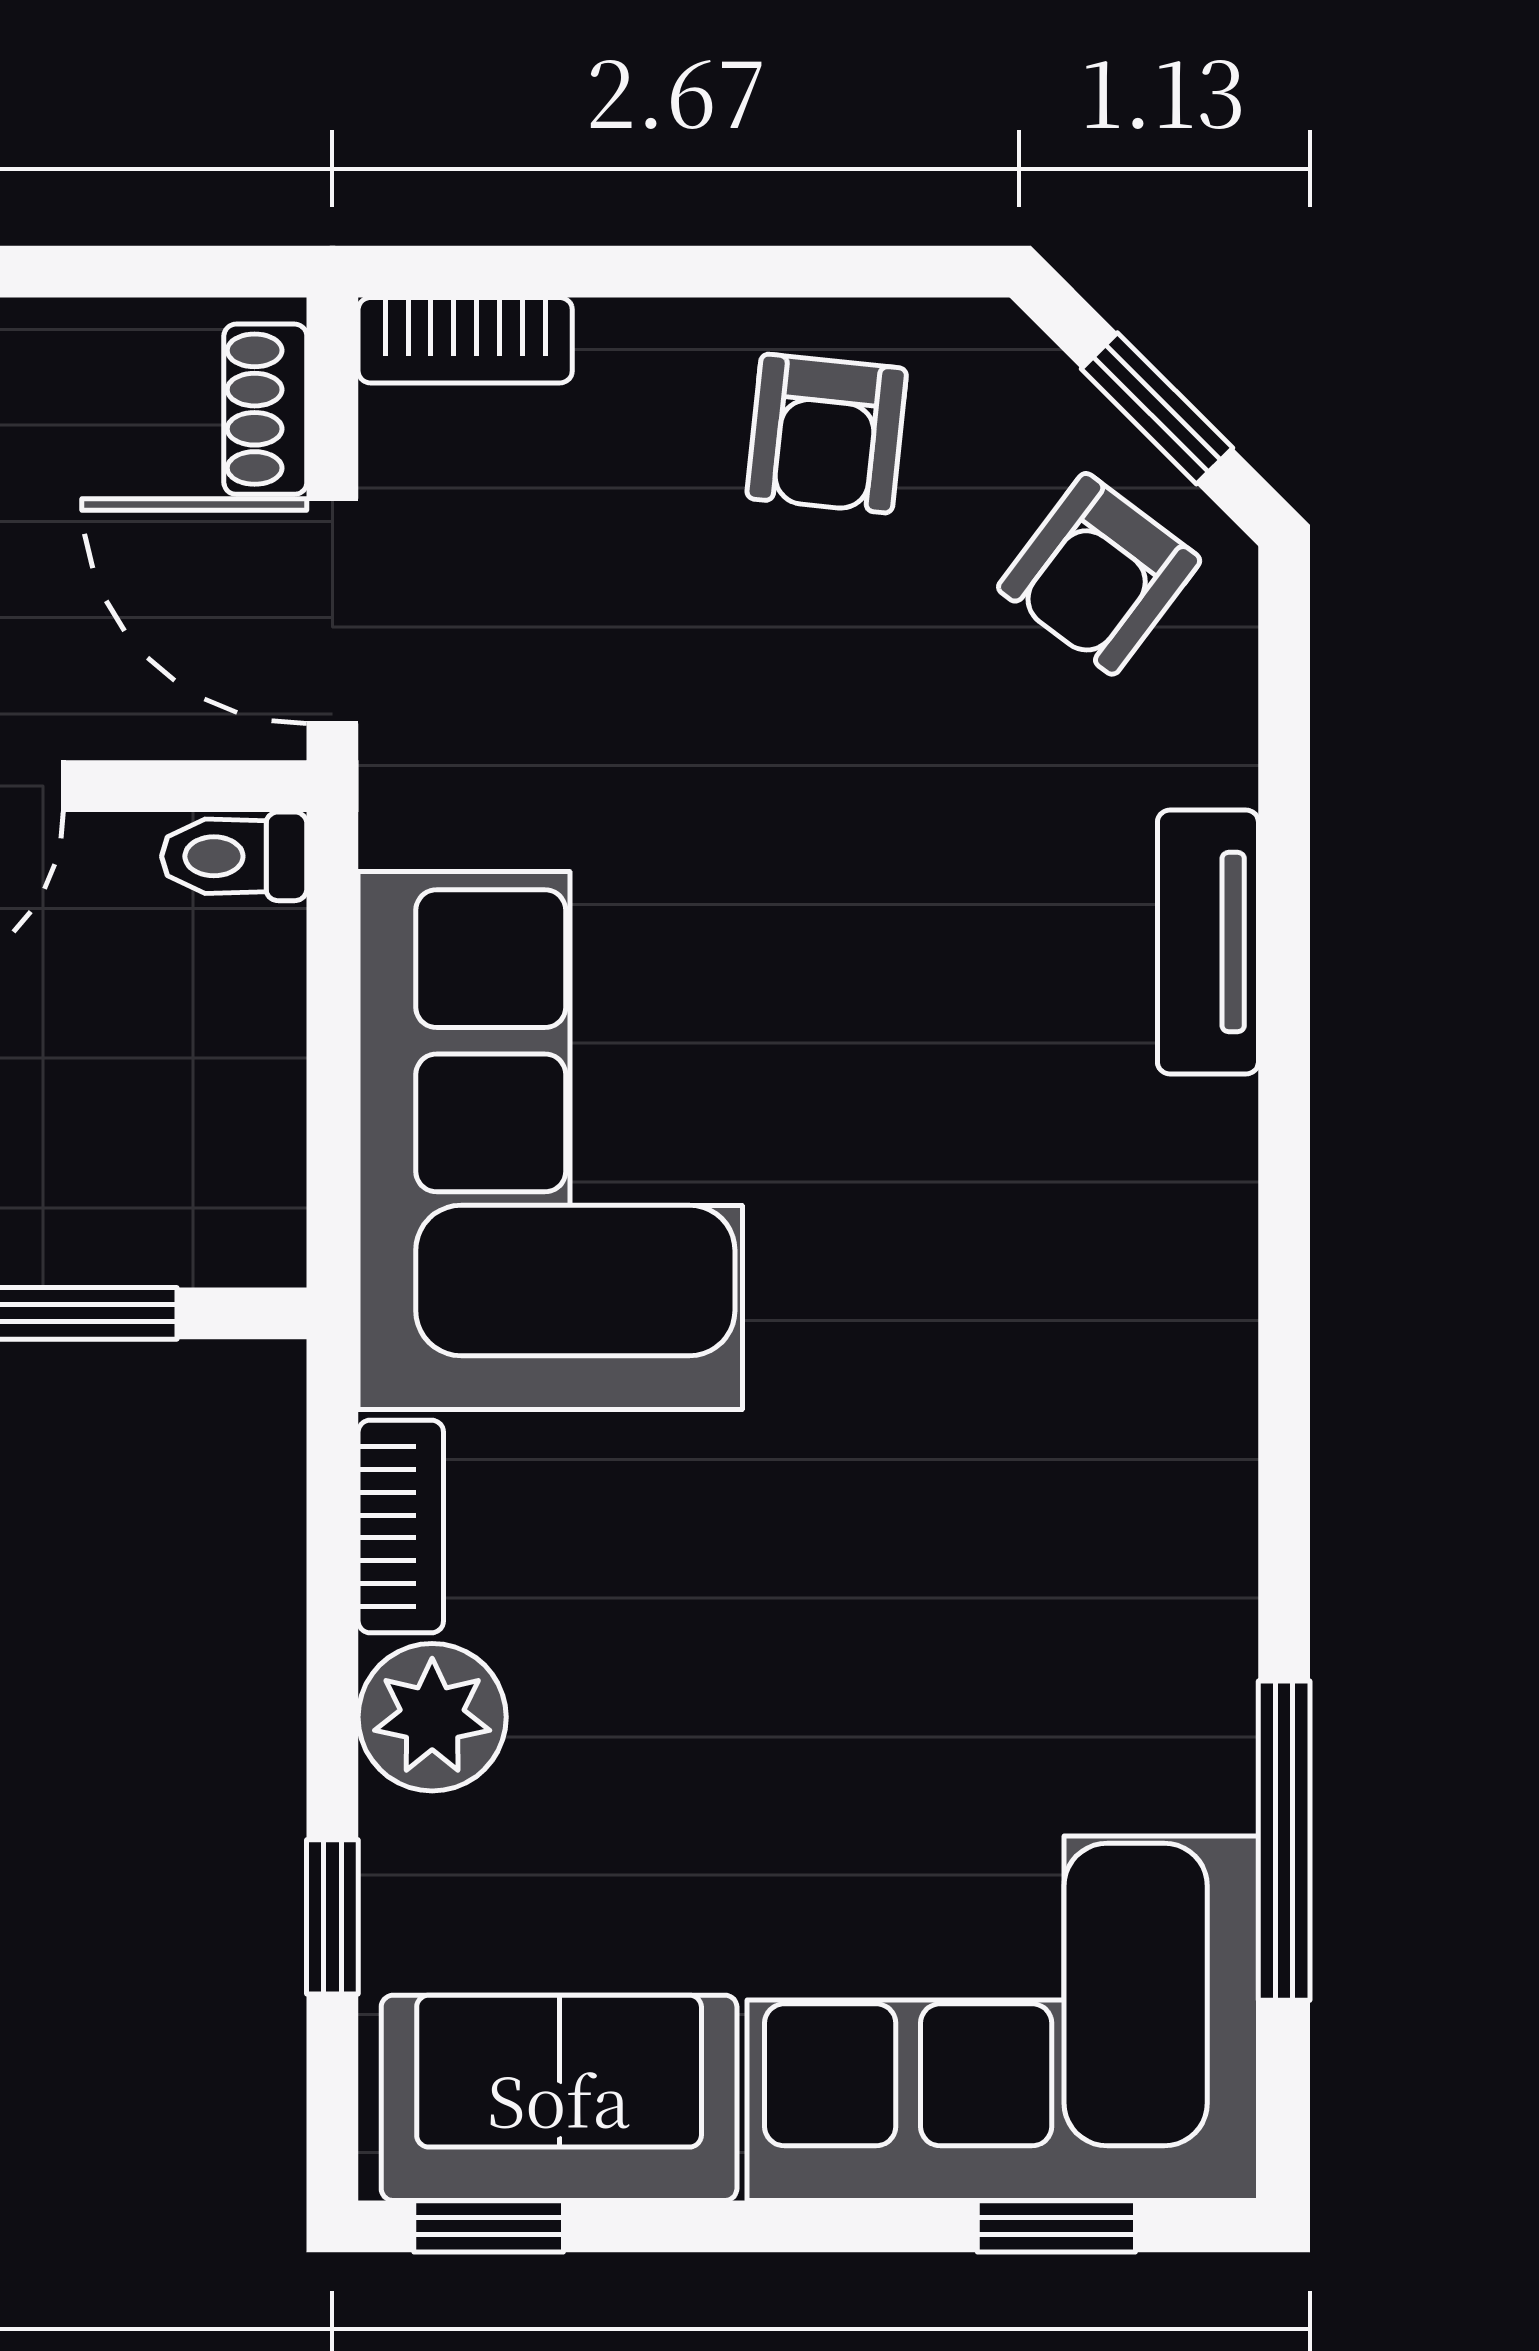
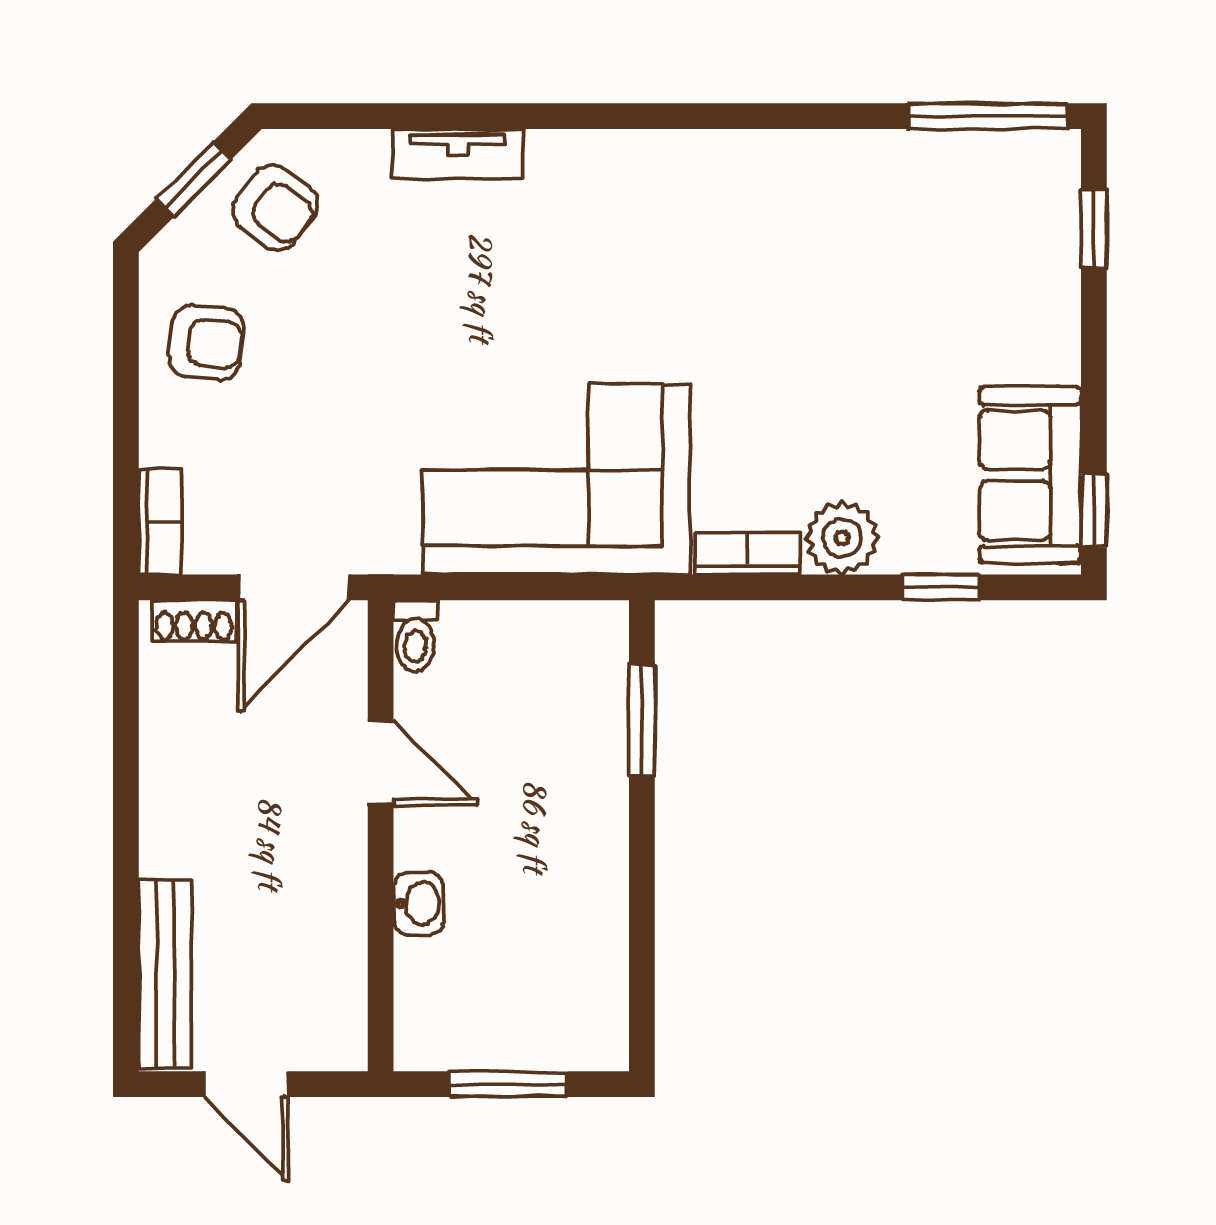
window: (1284, 1841) -> (987, 116), moved
corner sofa: (1003, 2018) -> (991, 255), removed

